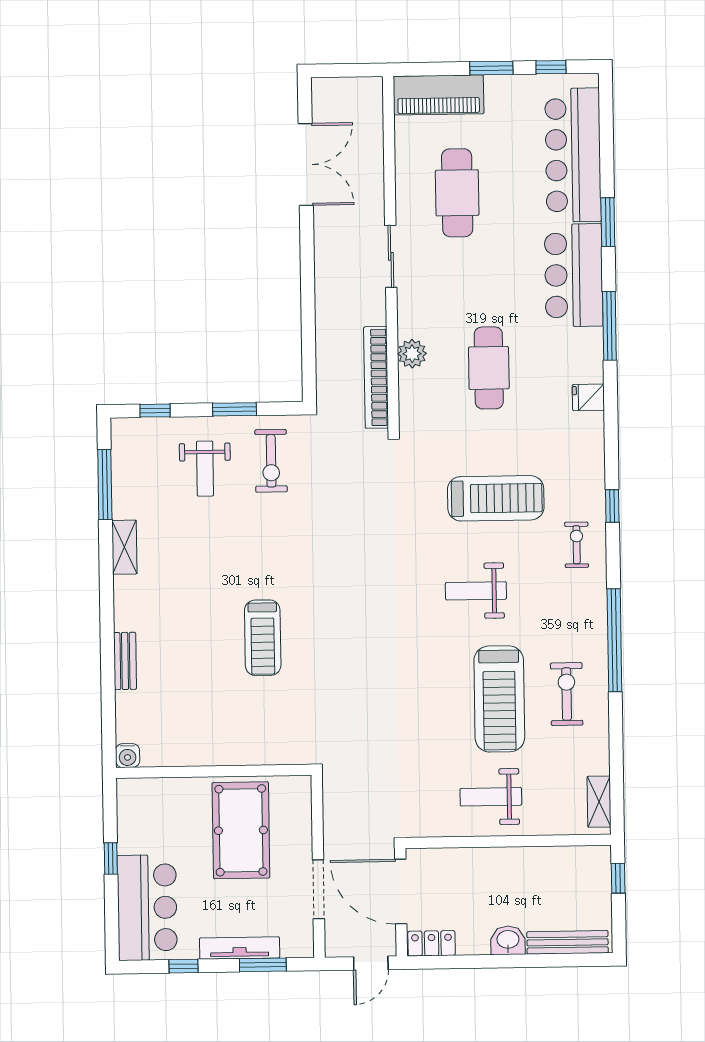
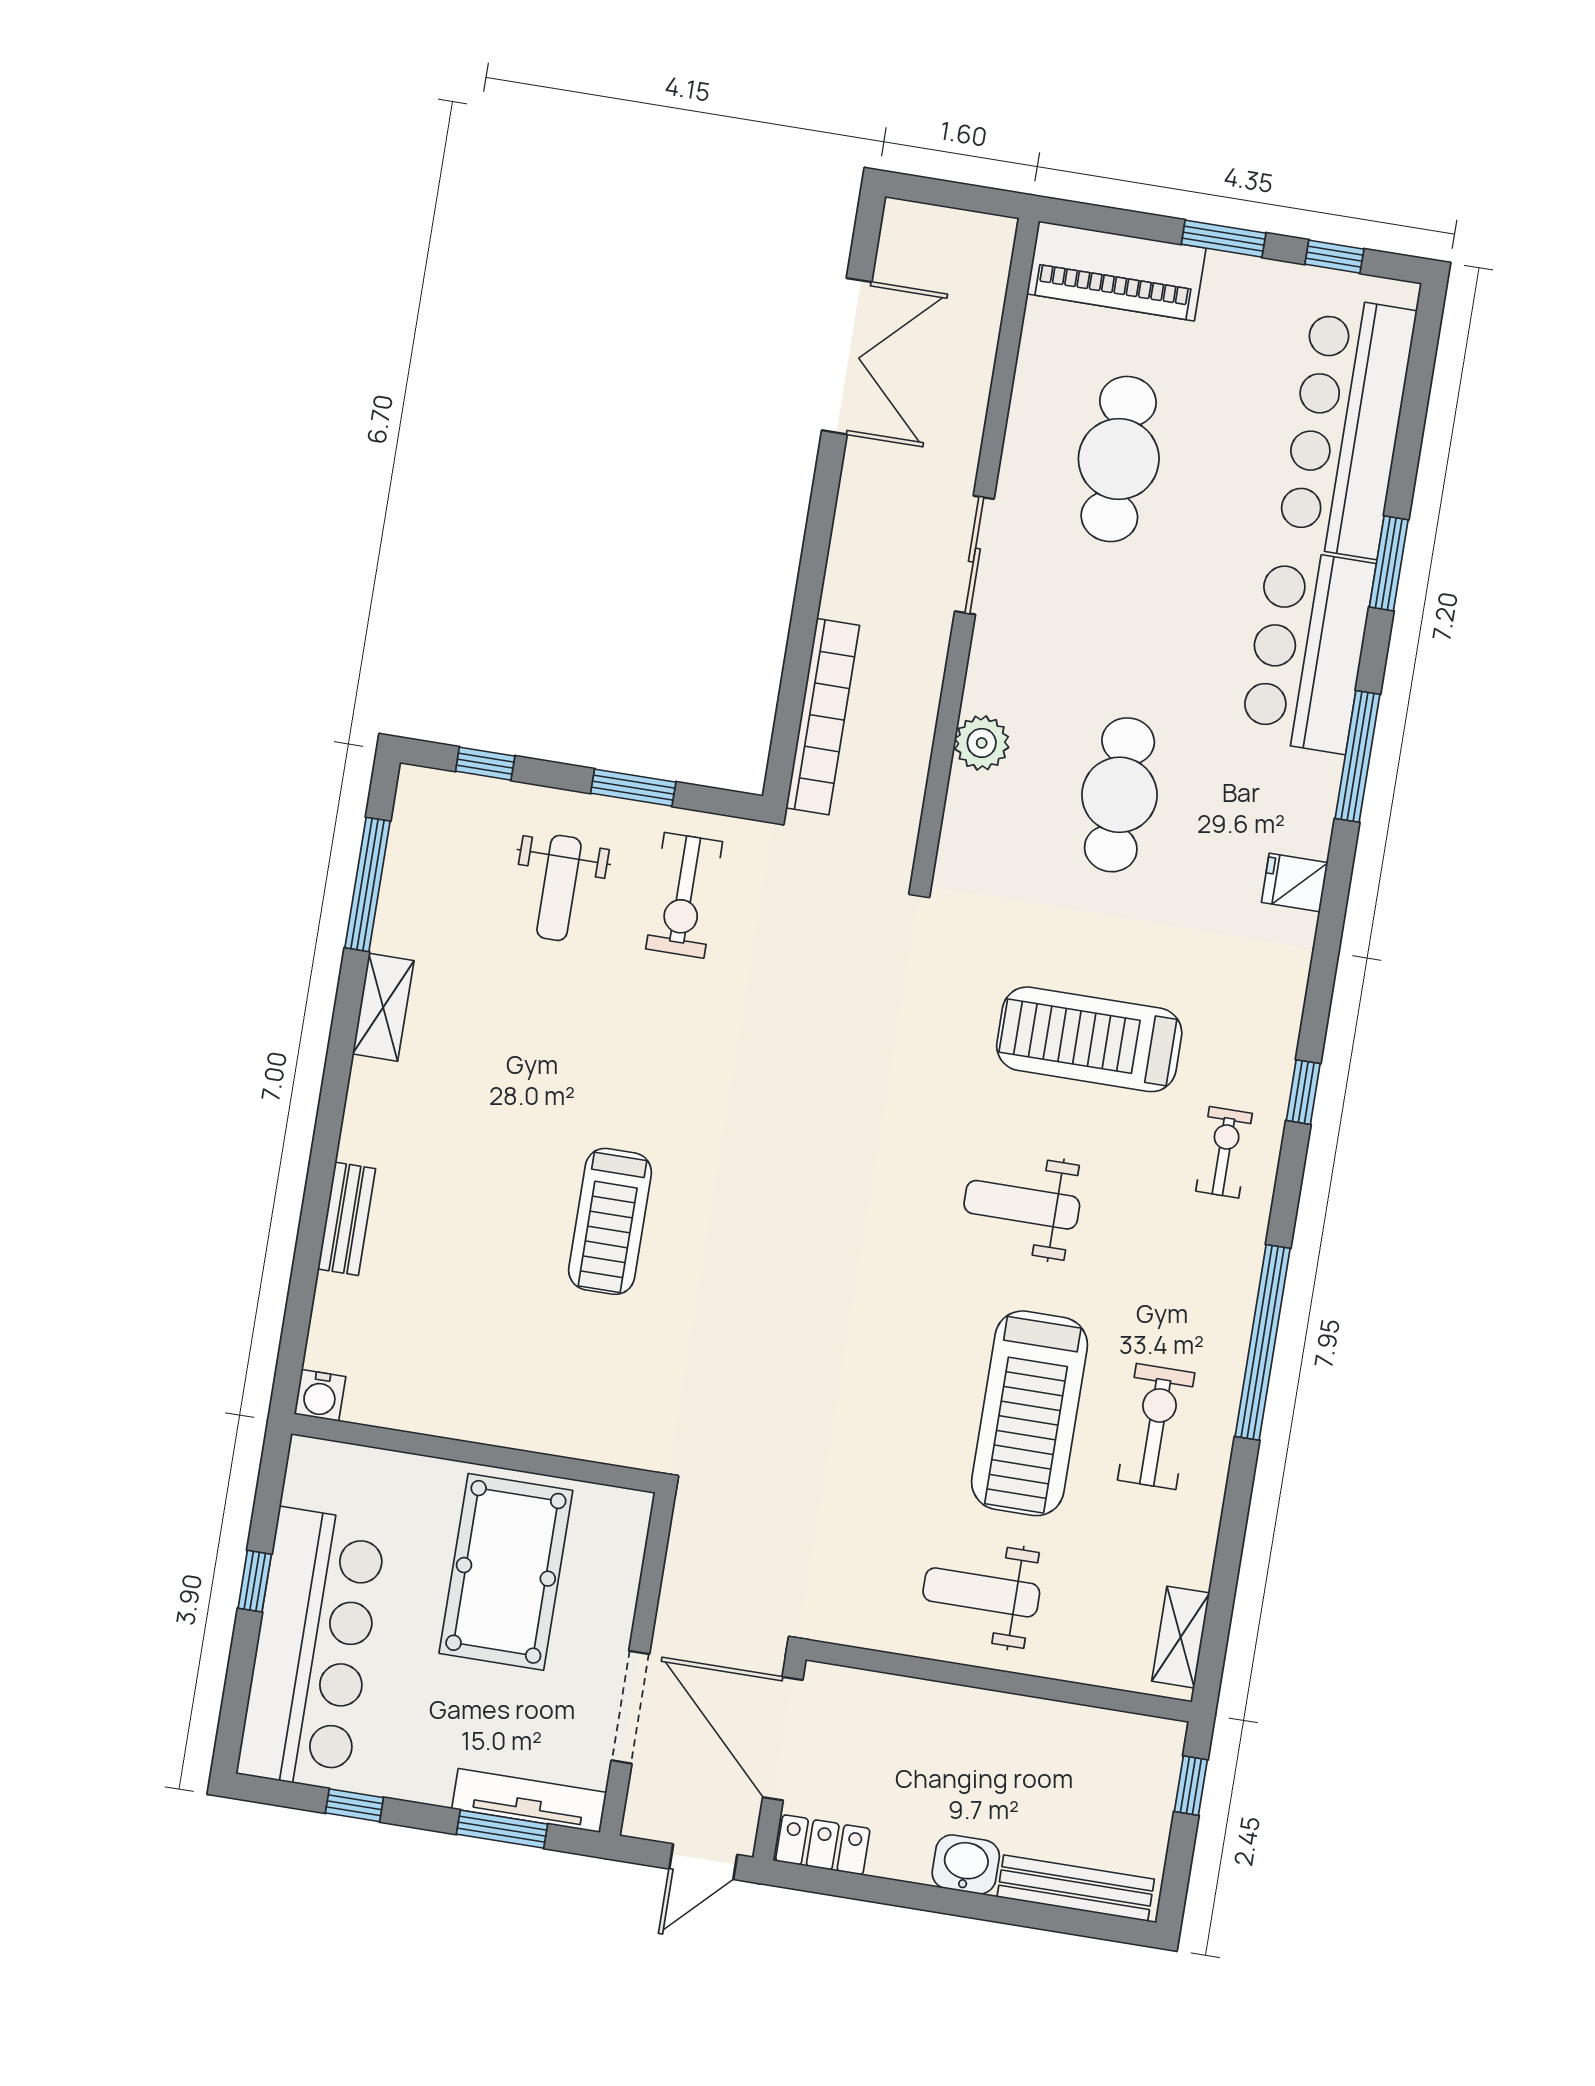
bookcase: (376, 377) -> (823, 717), moved, turned 180
treadmill: (496, 498) -> (1089, 1039), turned 180
bar counter: (147, 908) -> (312, 1649), width x1.36
tv unit: (240, 948) -> (529, 1801), moved

